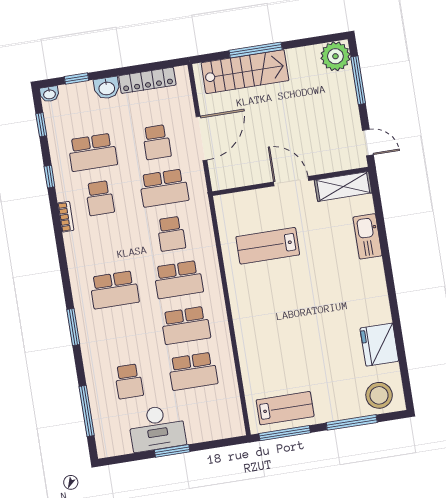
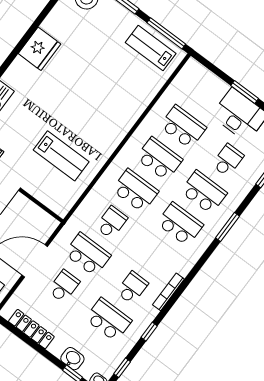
washbasin: (107, 88) -> (72, 359), moved
bookcase: (66, 217) -> (168, 292), width x1.56
school desk: (122, 336) -> (204, 192), added
fridge: (379, 345) -> (40, 49), moved

